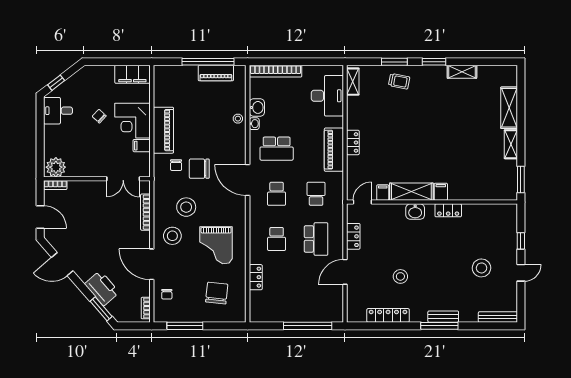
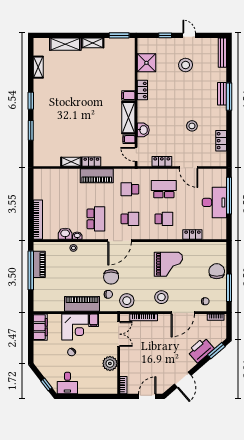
shelving: (462, 72) -> (38, 67), moved
trolley: (399, 81) -> (45, 127), removed
shelving: (353, 82) -> (71, 162), moved
desk: (327, 96) -> (214, 202), moved, turned 90
plant: (56, 167) -> (110, 363), moved
stool: (186, 207) -> (127, 301), moved
washbasin: (415, 212) -> (143, 130), moved
shower: (484, 216) -> (146, 63), added
chair: (217, 293) -> (217, 271), moved, turned 84
locker: (388, 315) -> (221, 141), width x0.66

